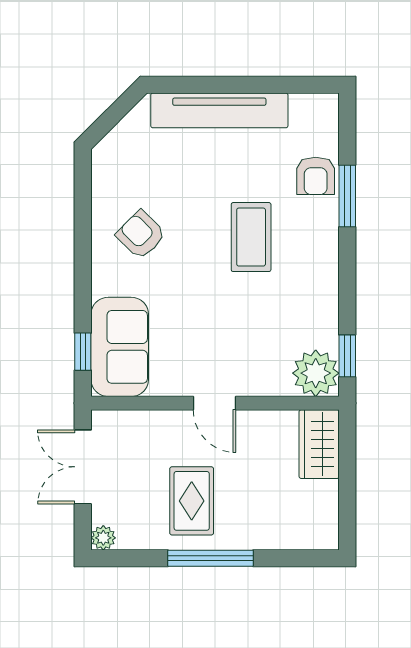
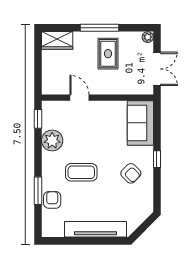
coffee table: (251, 237) -> (81, 172), turned 90
window: (83, 352) -> (157, 159), moved
plant: (316, 373) -> (52, 140), moved
door: (214, 403) -> (79, 98), moved
wardrobe: (319, 444) -> (57, 40), moved, turned 90

